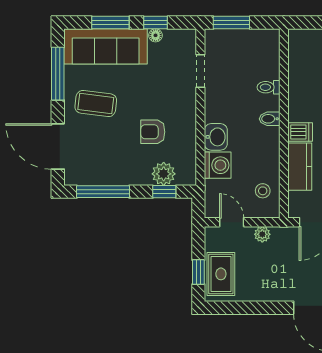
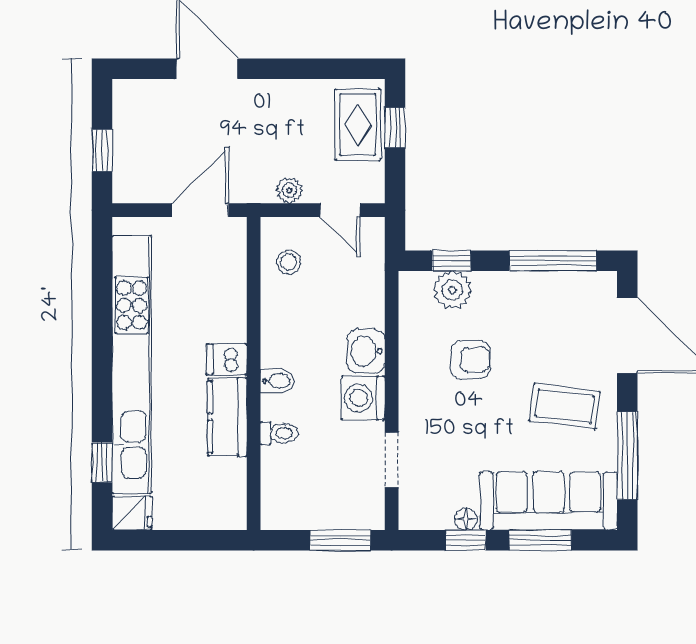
washing machine: (218, 165) -> (363, 398), moved
kitchen counter: (300, 167) -> (227, 417), moved

